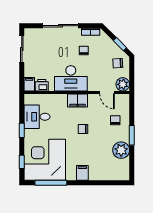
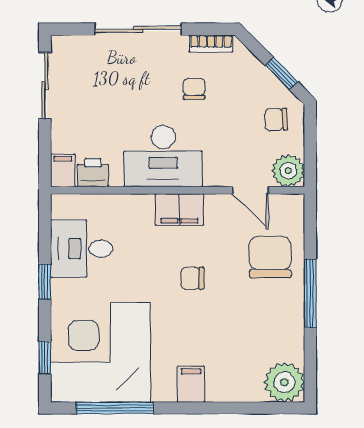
chair: (115, 120) -> (270, 257), width x1.87, depth x1.87
window: (132, 135) -> (310, 293), width x1.44
plant: (121, 150) -> (284, 382), moved

